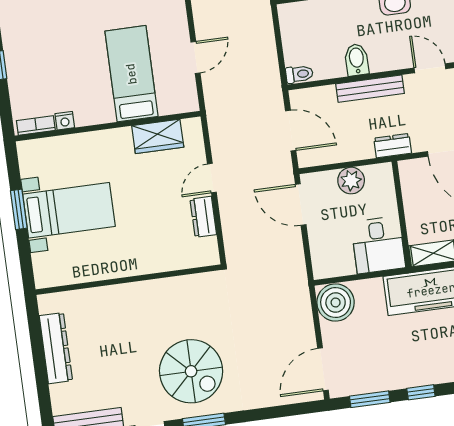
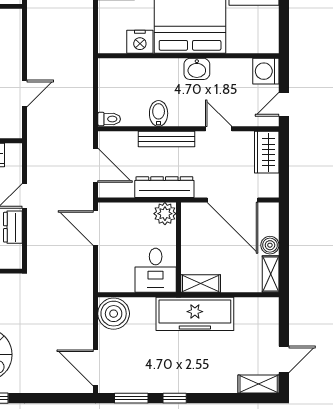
dresser: (393, 146) -> (164, 187), width x1.96, depth x1.24
plant: (351, 181) -> (165, 214), moved
door: (323, 369) -> (96, 368), hinge flipped

